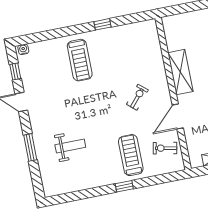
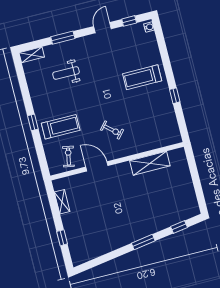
shelving: (180, 72) -> (150, 163), moved
weight bench: (70, 146) -> (66, 73), turned 90
shelving: (48, 184) -> (32, 55), added

